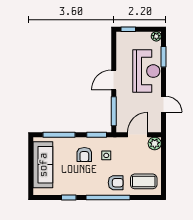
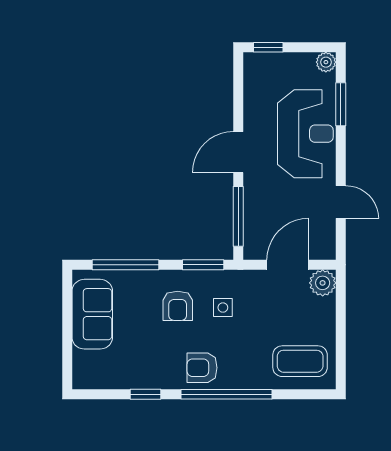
sofa: (43, 165) -> (92, 314), width x0.73
armchair: (116, 183) -> (202, 368), moved, turned 180

